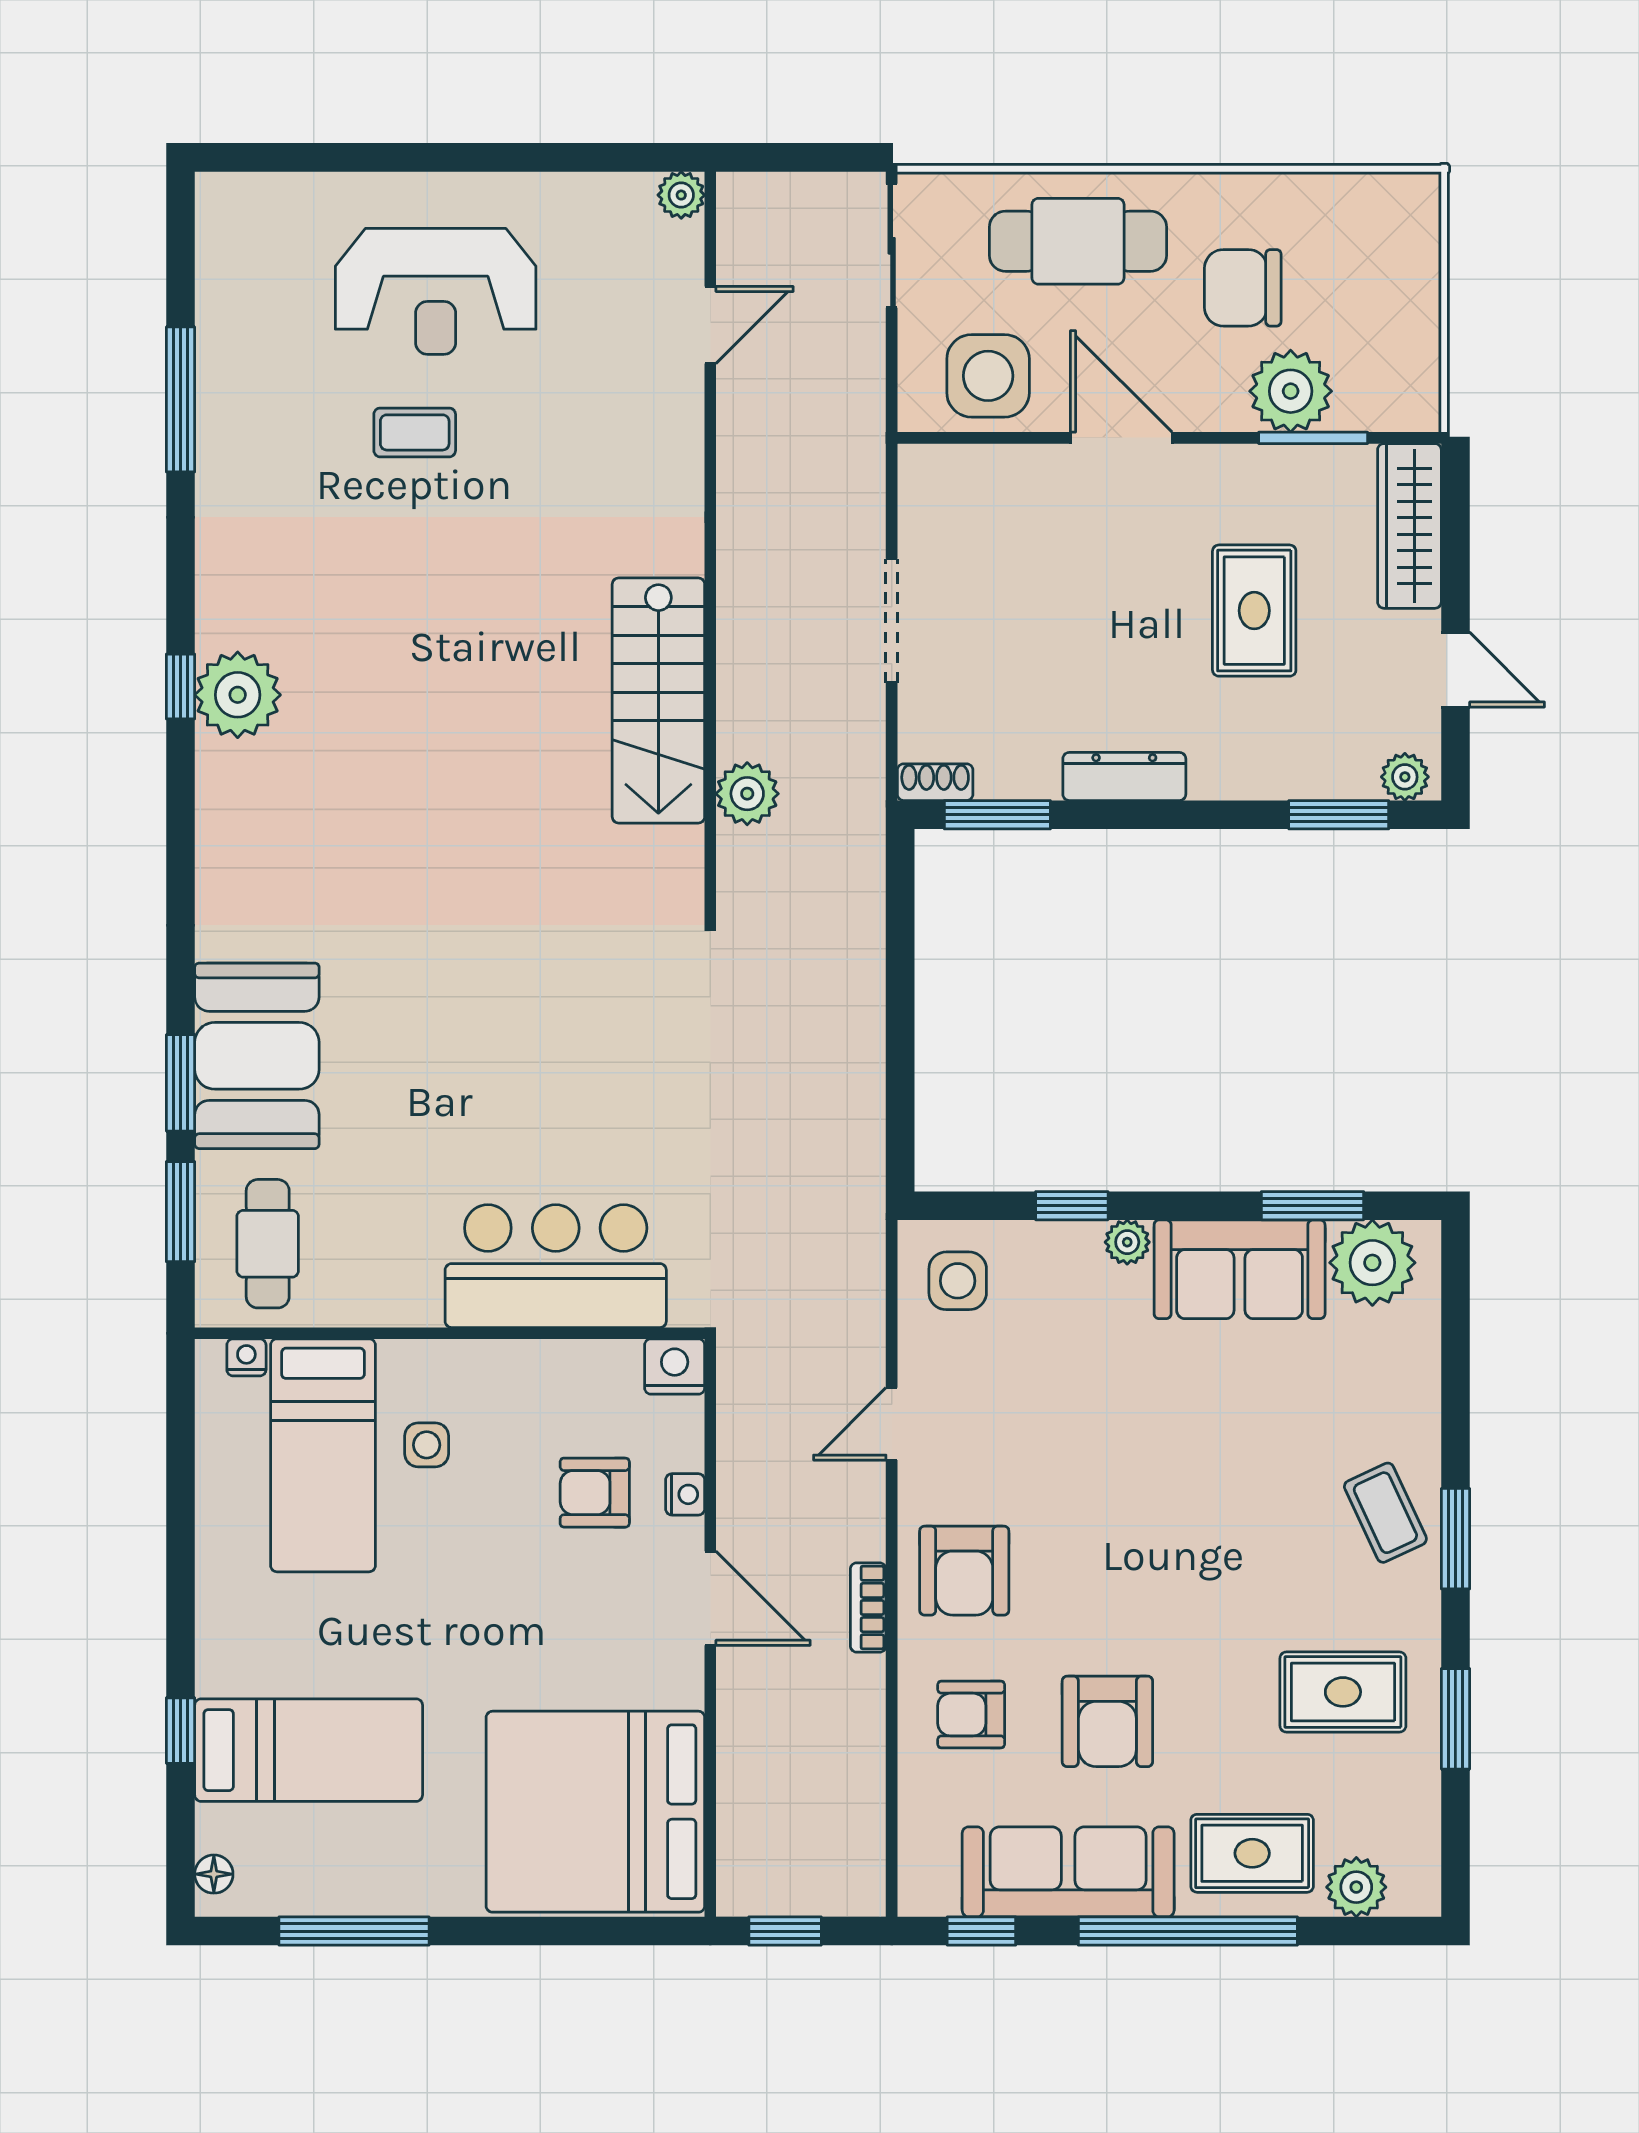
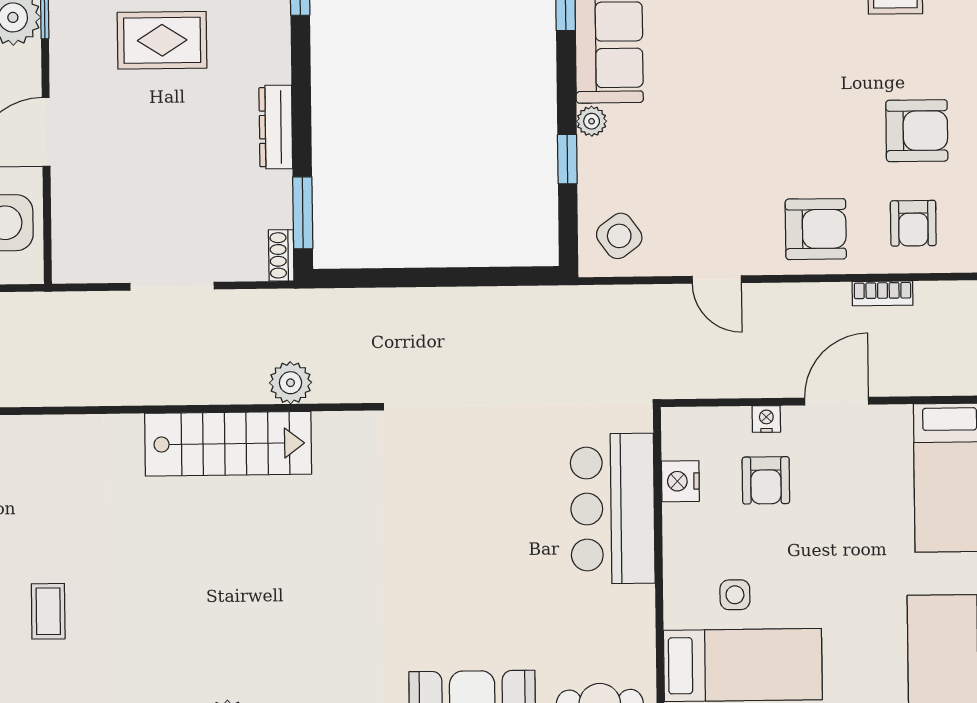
side table: (958, 1281) -> (619, 236), turned -36
nightstand: (675, 1367) -> (680, 481), moved
bookcase: (868, 1607) -> (883, 293), moved

